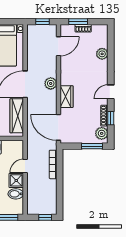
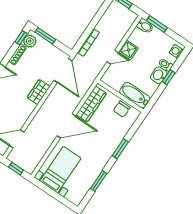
plant: (51, 83) -> (44, 112), removed
window: (111, 118) -> (21, 38), moved
bidet: (16, 194) -> (145, 26), moved

